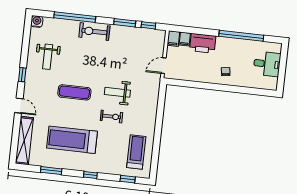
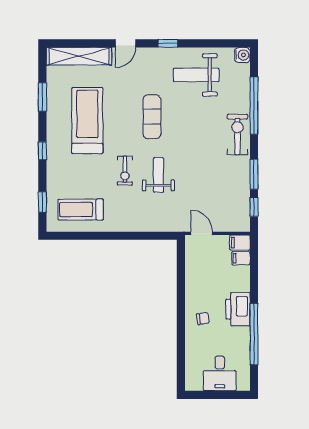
printer: (203, 43) -> (238, 309), moved
weight bench: (48, 57) -> (196, 75), width x1.36, depth x1.33
treadmill: (136, 152) -> (81, 210), turned 180

